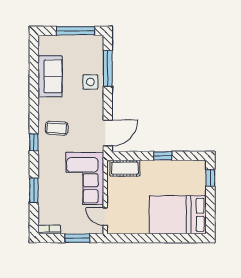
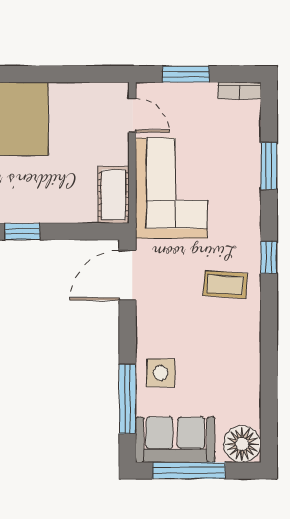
floor lamp: (48, 45) -> (242, 444), added
sofa: (50, 76) -> (175, 440), moved, turned 90
cot: (125, 168) -> (114, 195), moved, turned 90

